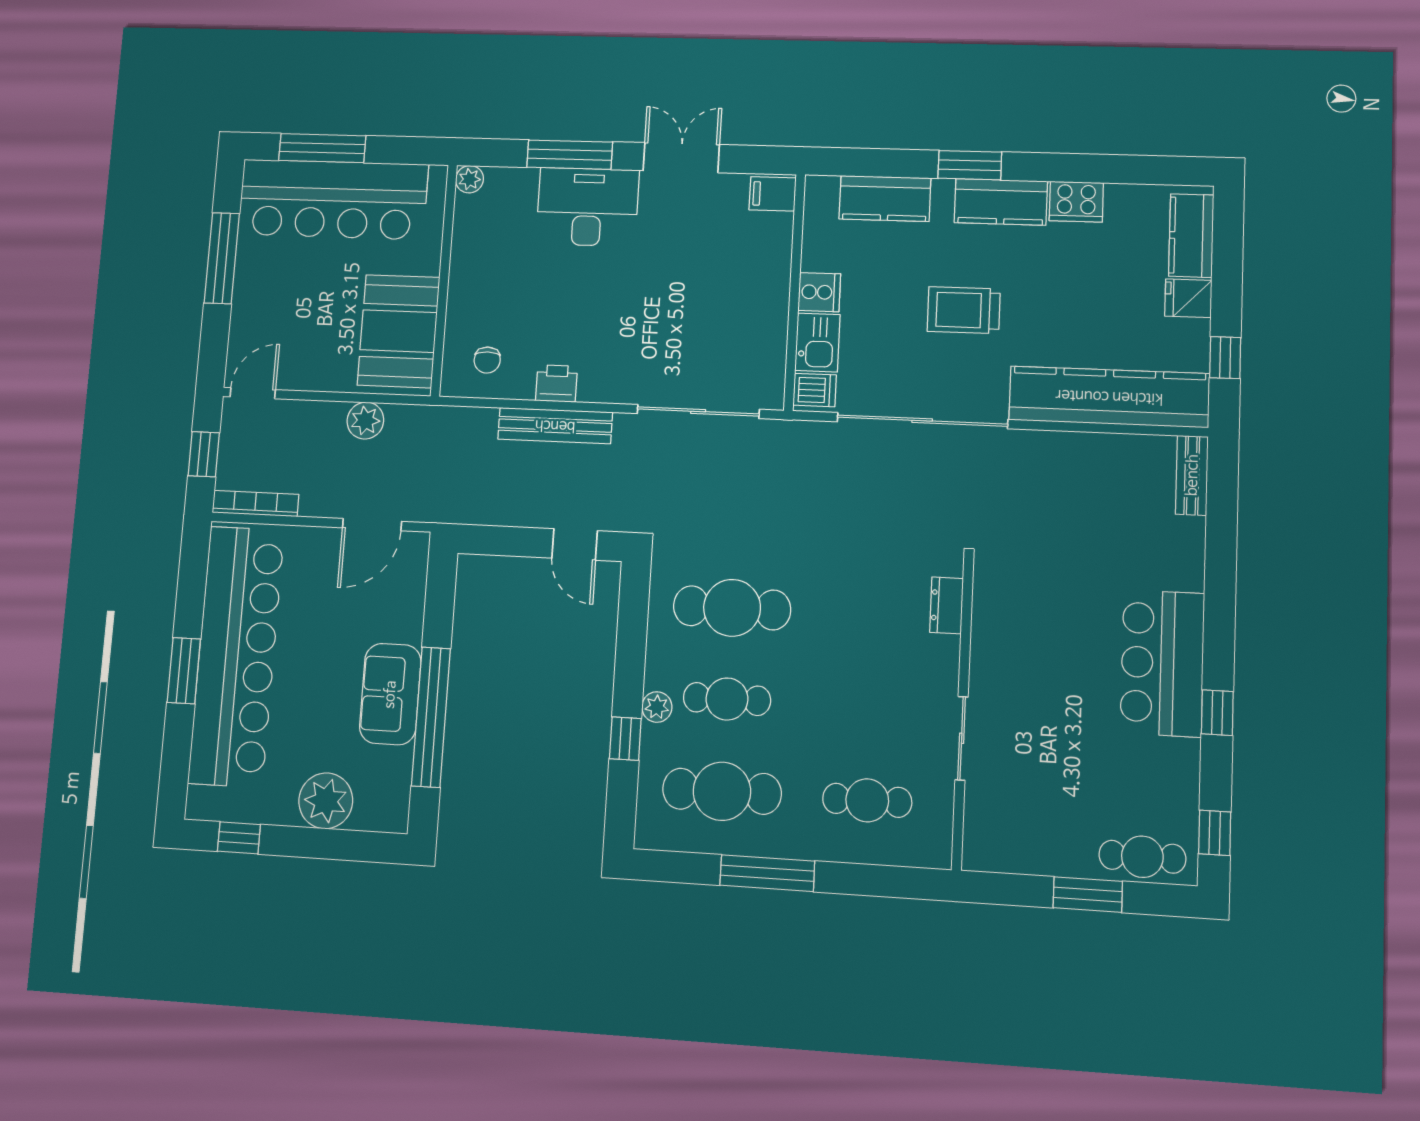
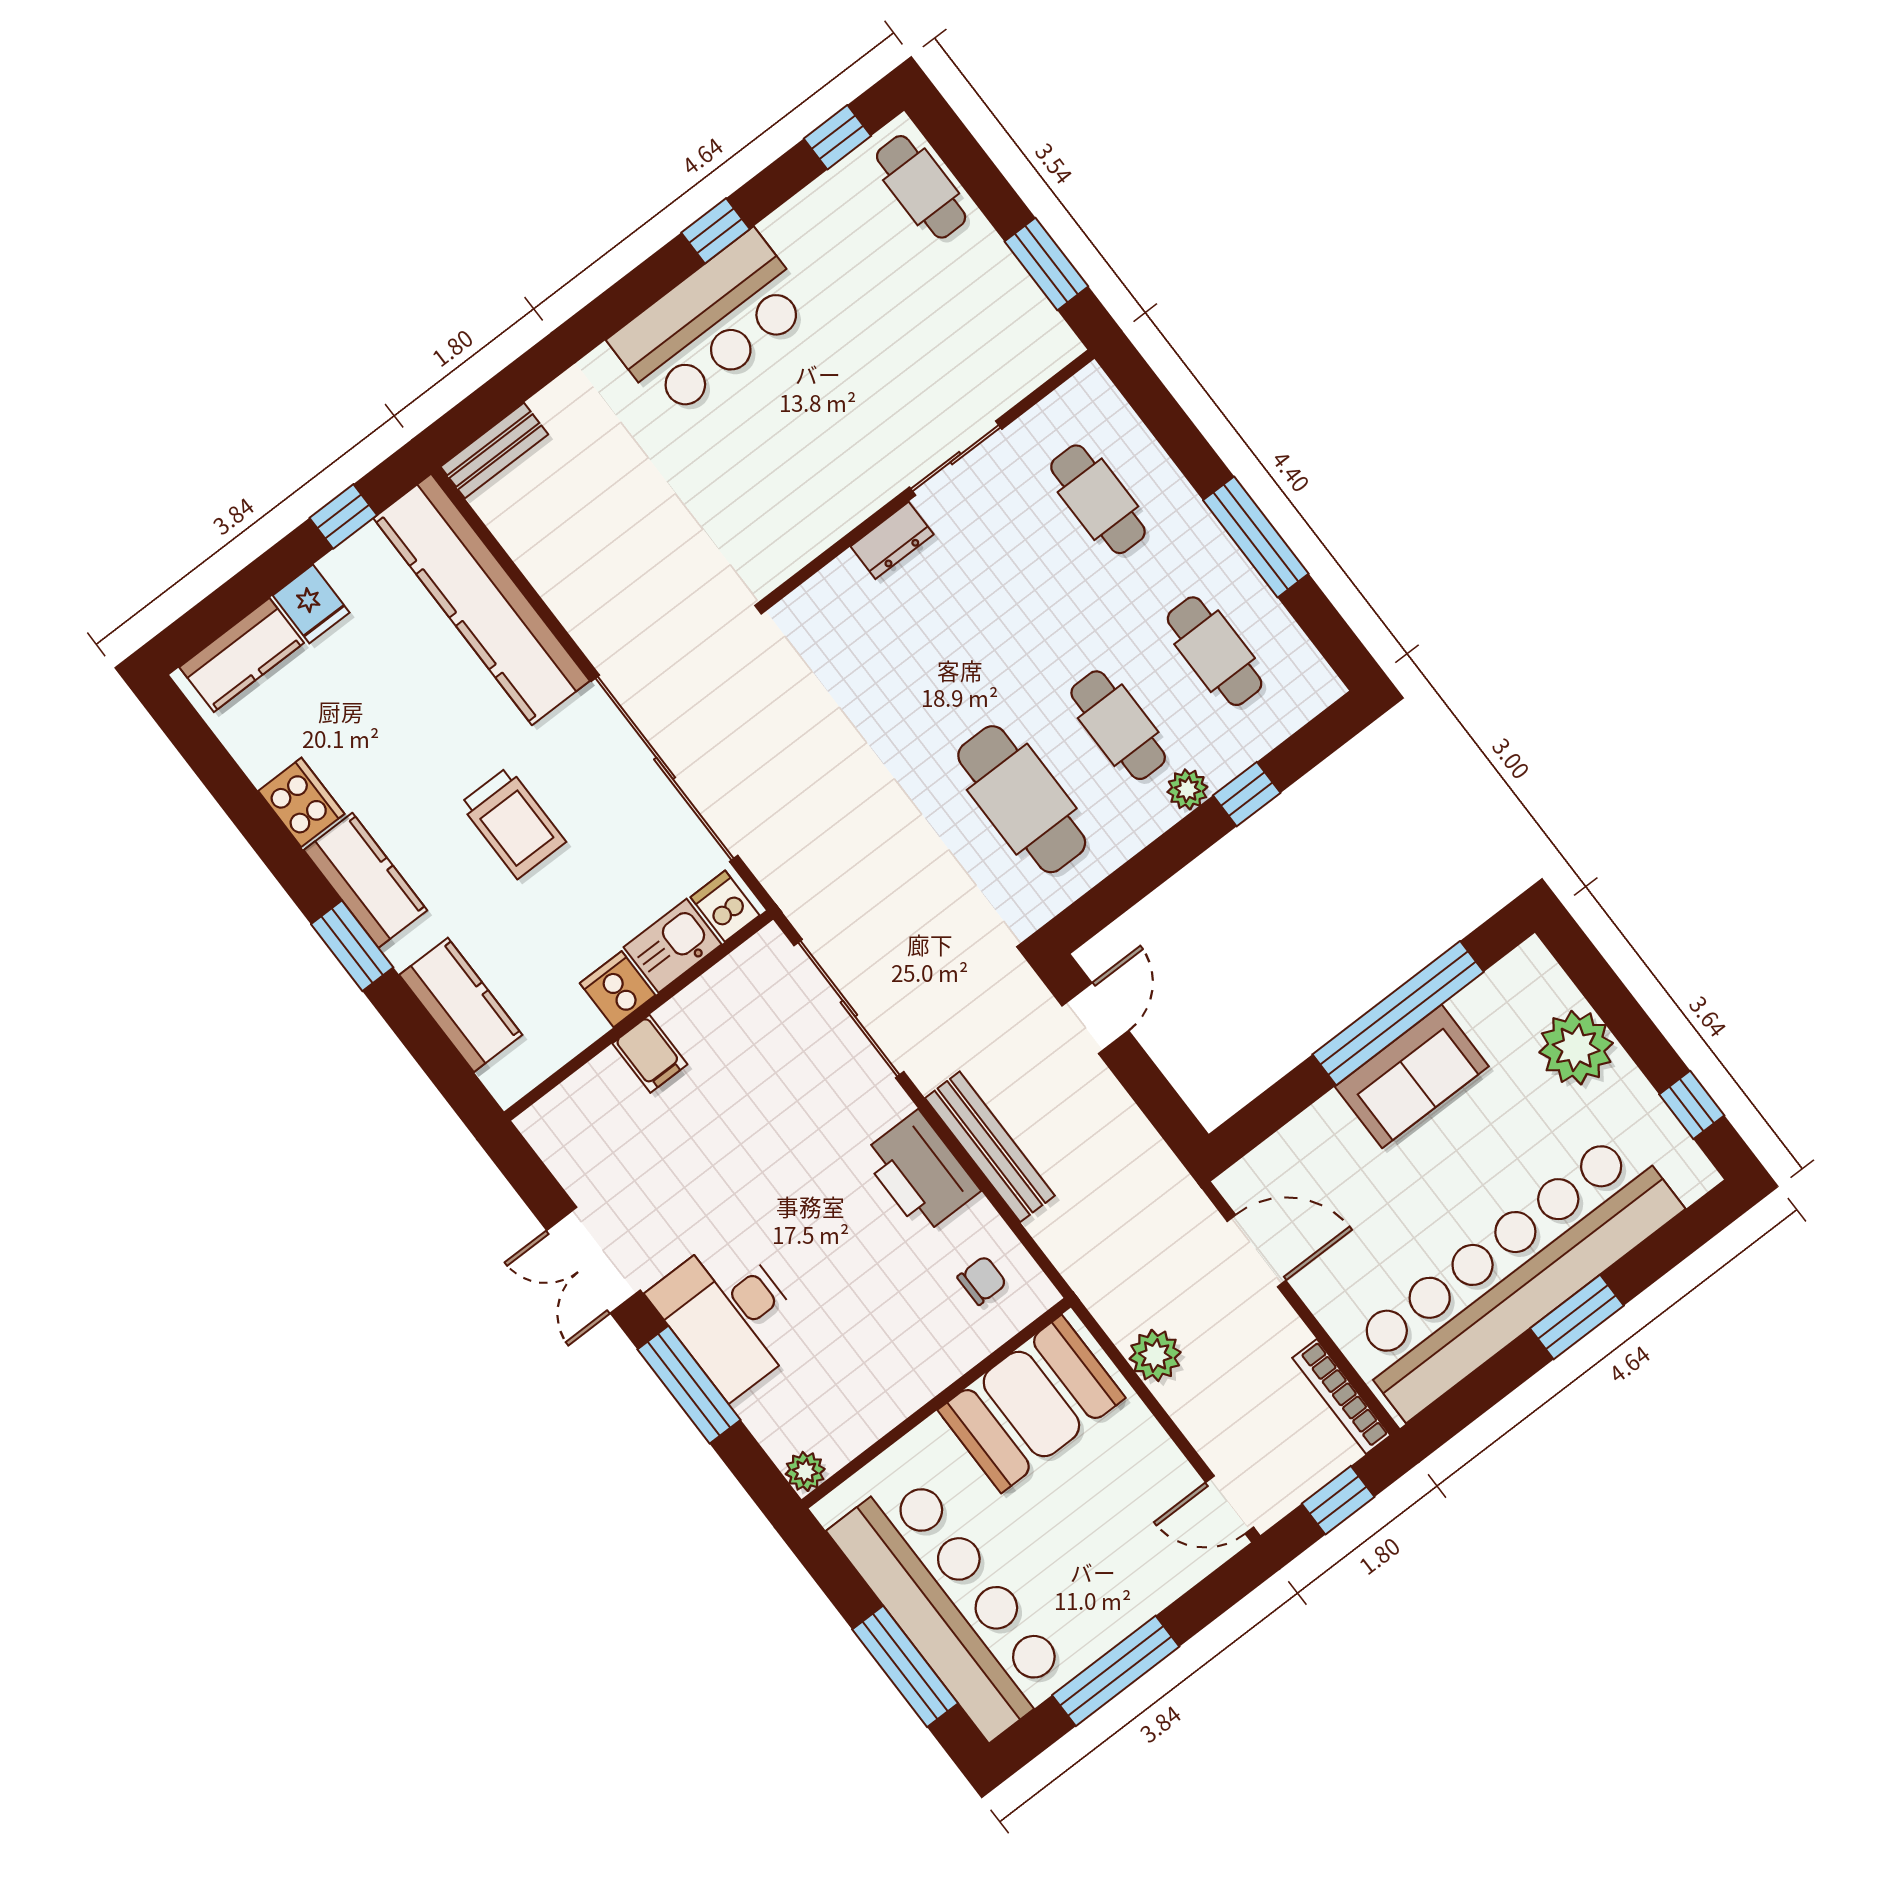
filing cabinet: (773, 194) -> (650, 1054), moved
printer: (557, 383) -> (920, 1172), width x1.87, depth x1.48
dresser: (947, 605) -> (892, 540), moved
cafe table: (722, 791) -> (1215, 651), width x0.73, depth x0.74
window: (1088, 895) -> (1046, 264), moved

